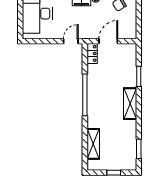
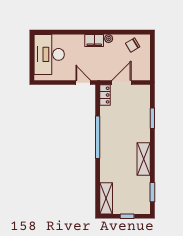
door: (71, 41) -> (83, 83), hinge flipped
shelving: (130, 104) -> (144, 159), moved
shelving: (93, 144) -> (106, 198), moved

